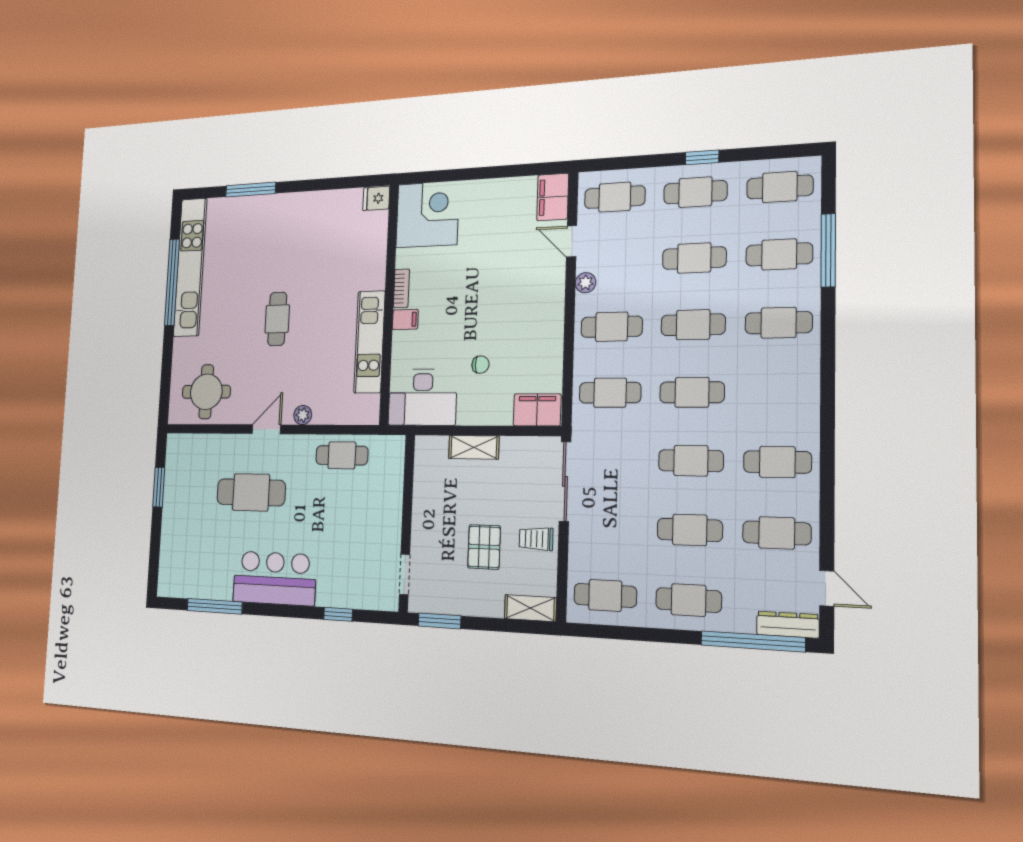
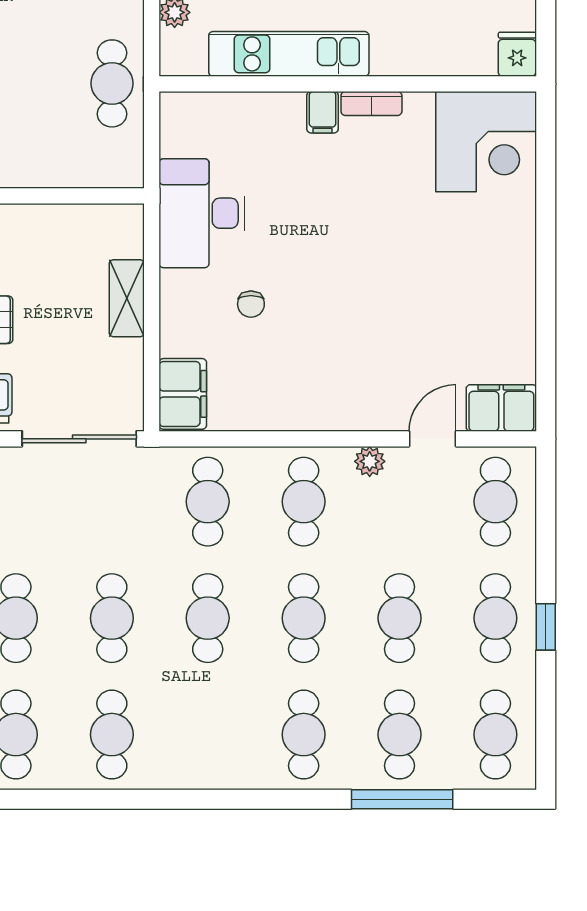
fridge: (376, 198) -> (517, 54), moved
corner desk: (427, 214) -> (486, 142), moved
bookcase: (401, 288) -> (371, 103), moved
wall: (389, 304) -> (348, 84), moved
filing cabinet: (405, 319) -> (323, 112), moved
kitchen unit: (369, 342) -> (289, 54), moved

